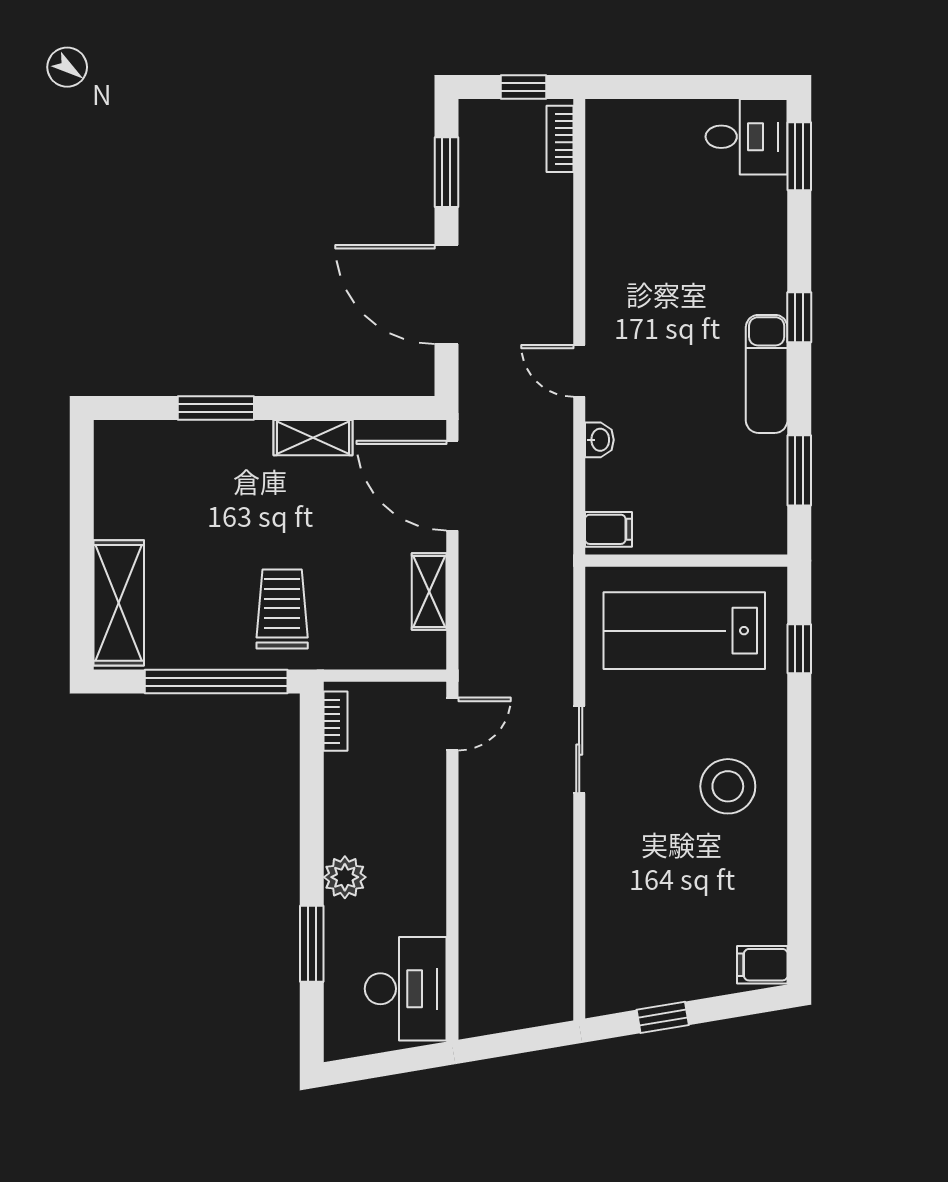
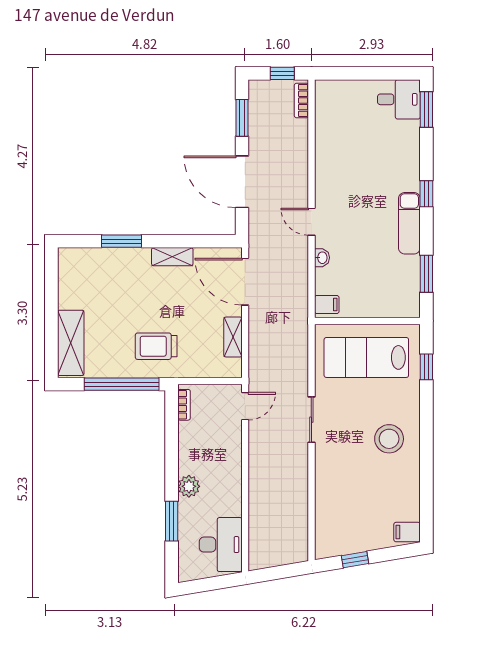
trolley: (282, 609) -> (156, 346), turned -90

